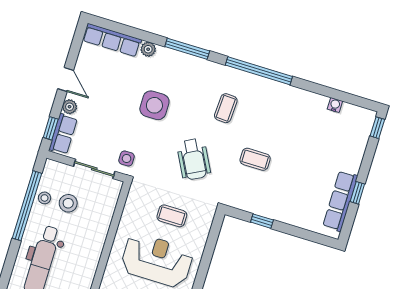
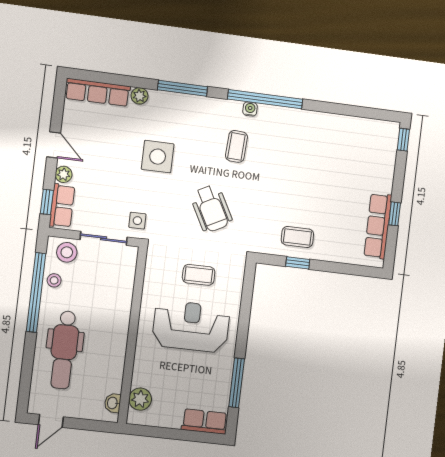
water cooler: (335, 105) -> (250, 109), moved
coffee table: (255, 159) -> (297, 237), moved
stool: (68, 203) -> (67, 252), moved

